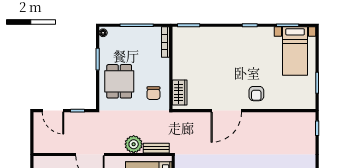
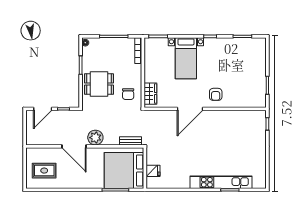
bed with nightstands: (295, 51) -> (186, 58), moved
dining table: (119, 81) -> (99, 84), turned 90
door: (53, 111) -> (43, 109), hinge flipped
plant: (134, 144) -> (95, 138), moved

